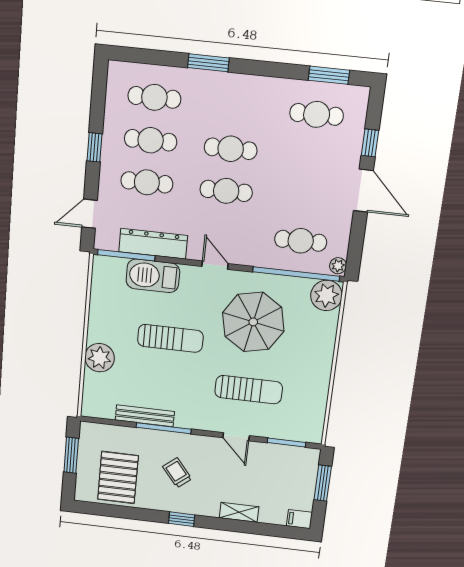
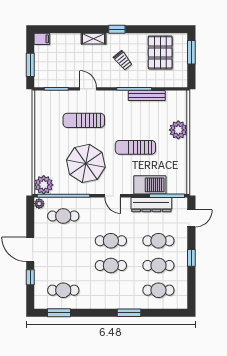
window: (71, 455) -> (191, 52), moved
shelving: (239, 512) -> (94, 39), moved

